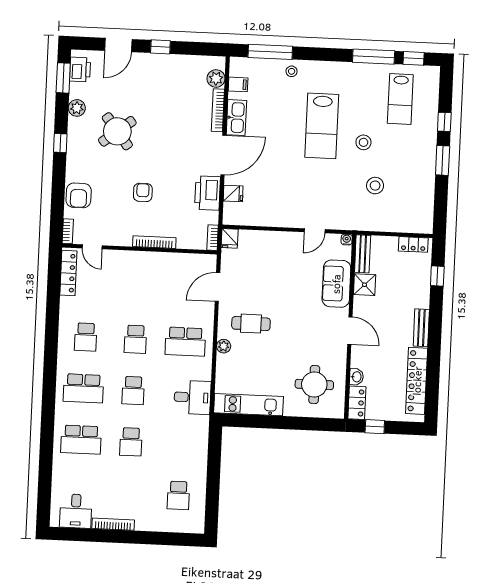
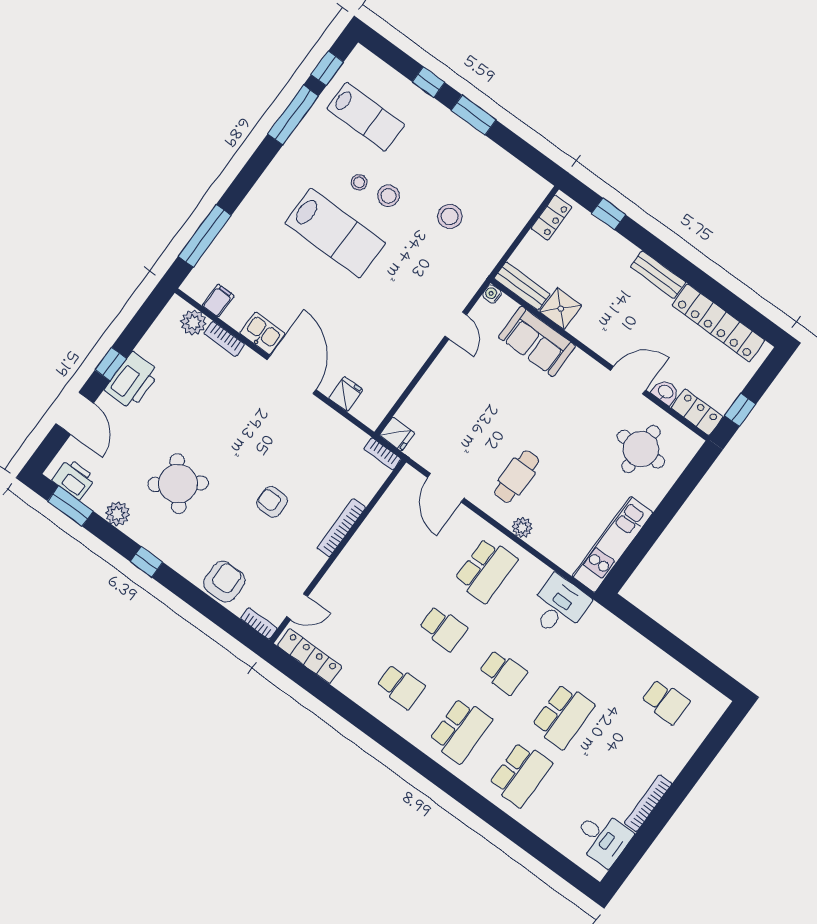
stool: (292, 71) -> (359, 182), moved
bookcase: (218, 110) -> (224, 339), width x0.64
kitchen sink: (236, 118) -> (262, 333), width x0.73
printer: (208, 193) -> (132, 381), moved, turned -90
armchair: (79, 195) -> (224, 582), turned -90
door: (350, 331) -> (628, 380), moved
school desk: (131, 442) -> (563, 716), width x1.85

